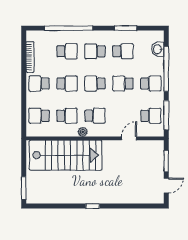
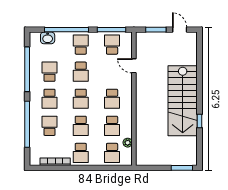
window: (126, 28) -> (27, 69), width x2.11
school desk: (67, 84) -> (81, 126), turned 180
school desk: (67, 116) -> (112, 126), turned 180
school desk: (95, 116) -> (112, 99), turned 180
plant: (83, 132) -> (128, 143), moved
stairs: (66, 155) -> (183, 101), moved, turned 180
window: (93, 206) -> (200, 121), moved

